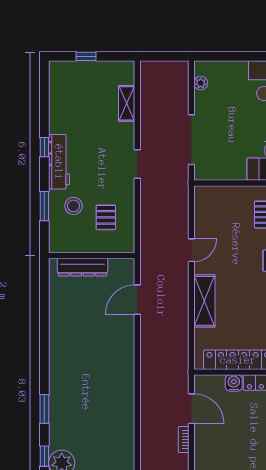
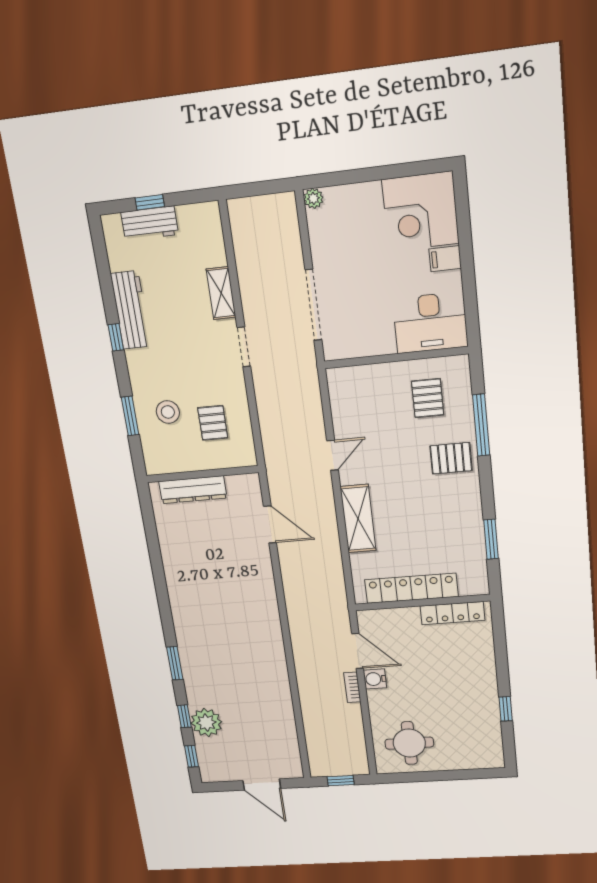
workbench: (83, 71) -> (150, 223), added
plant: (201, 83) -> (313, 198), moved
shelving: (127, 103) -> (221, 293), moved
workbench: (59, 162) -> (131, 310), moved
door: (137, 300) -> (270, 524), swing flipped
water cooler: (234, 383) -> (375, 679), moved, turned -90

